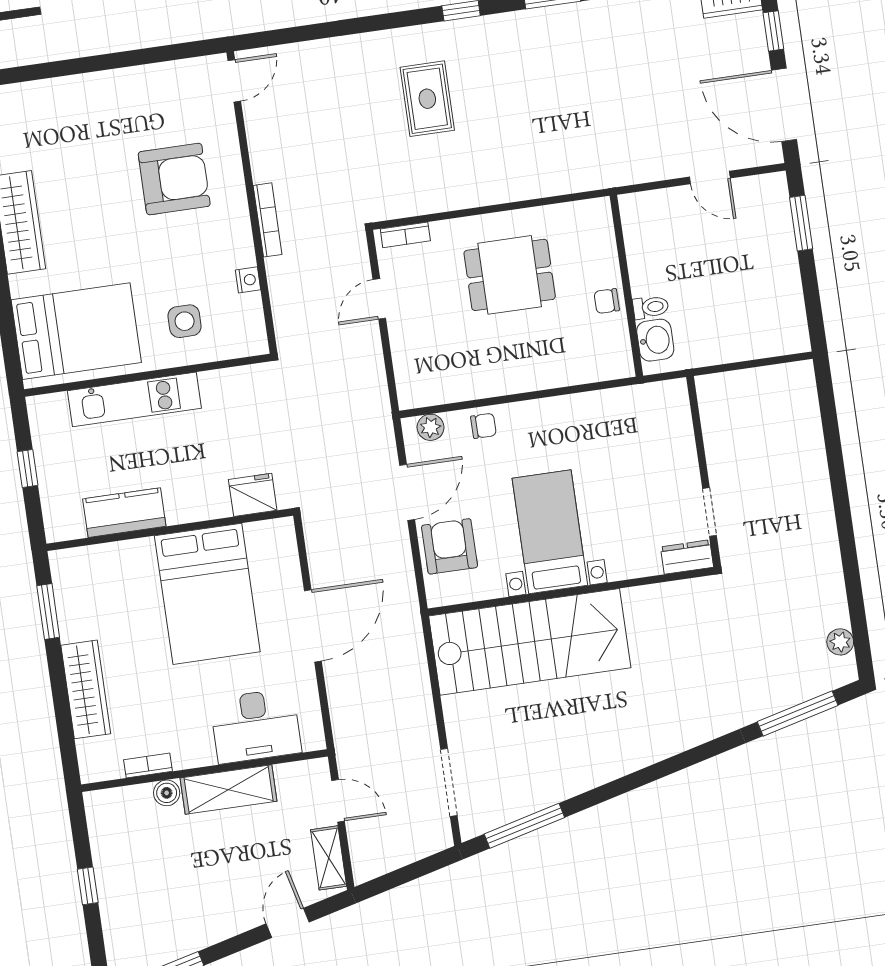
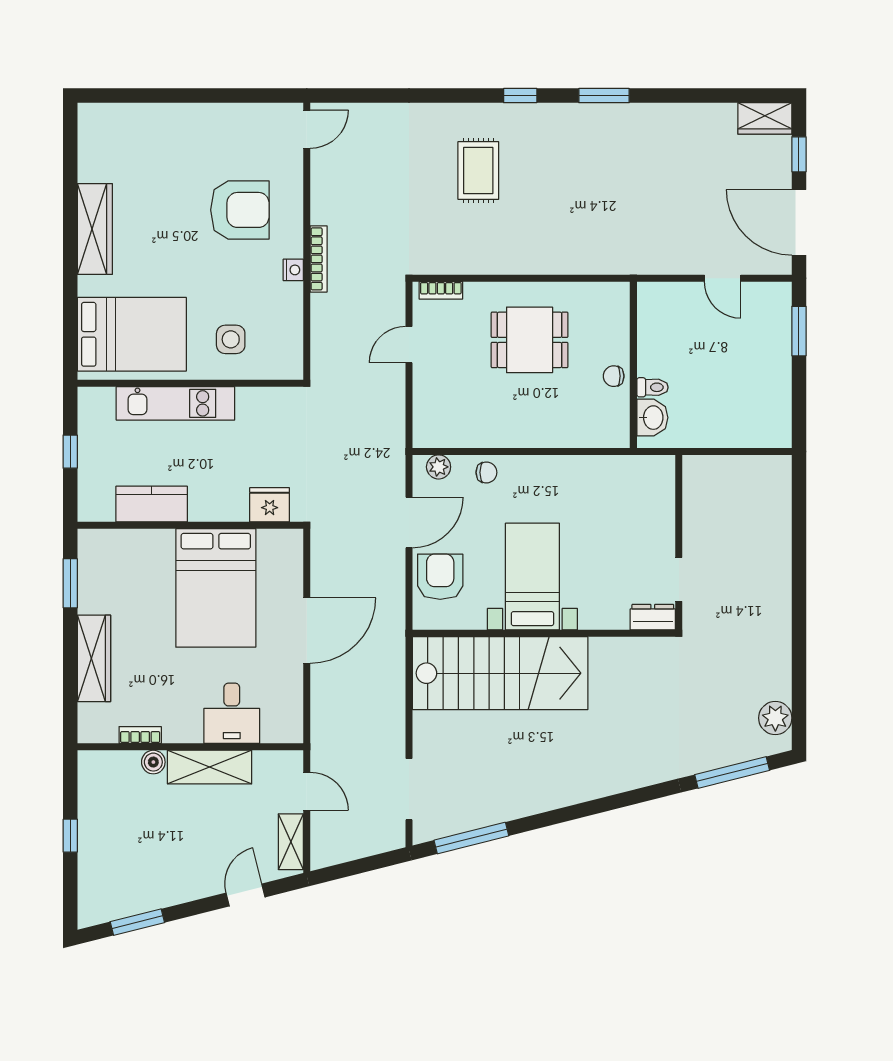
nightstand: (248, 280) -> (293, 270), moved
plant: (840, 642) -> (775, 718), width x1.38, depth x1.38
desk: (256, 726) -> (232, 713), width x0.73

